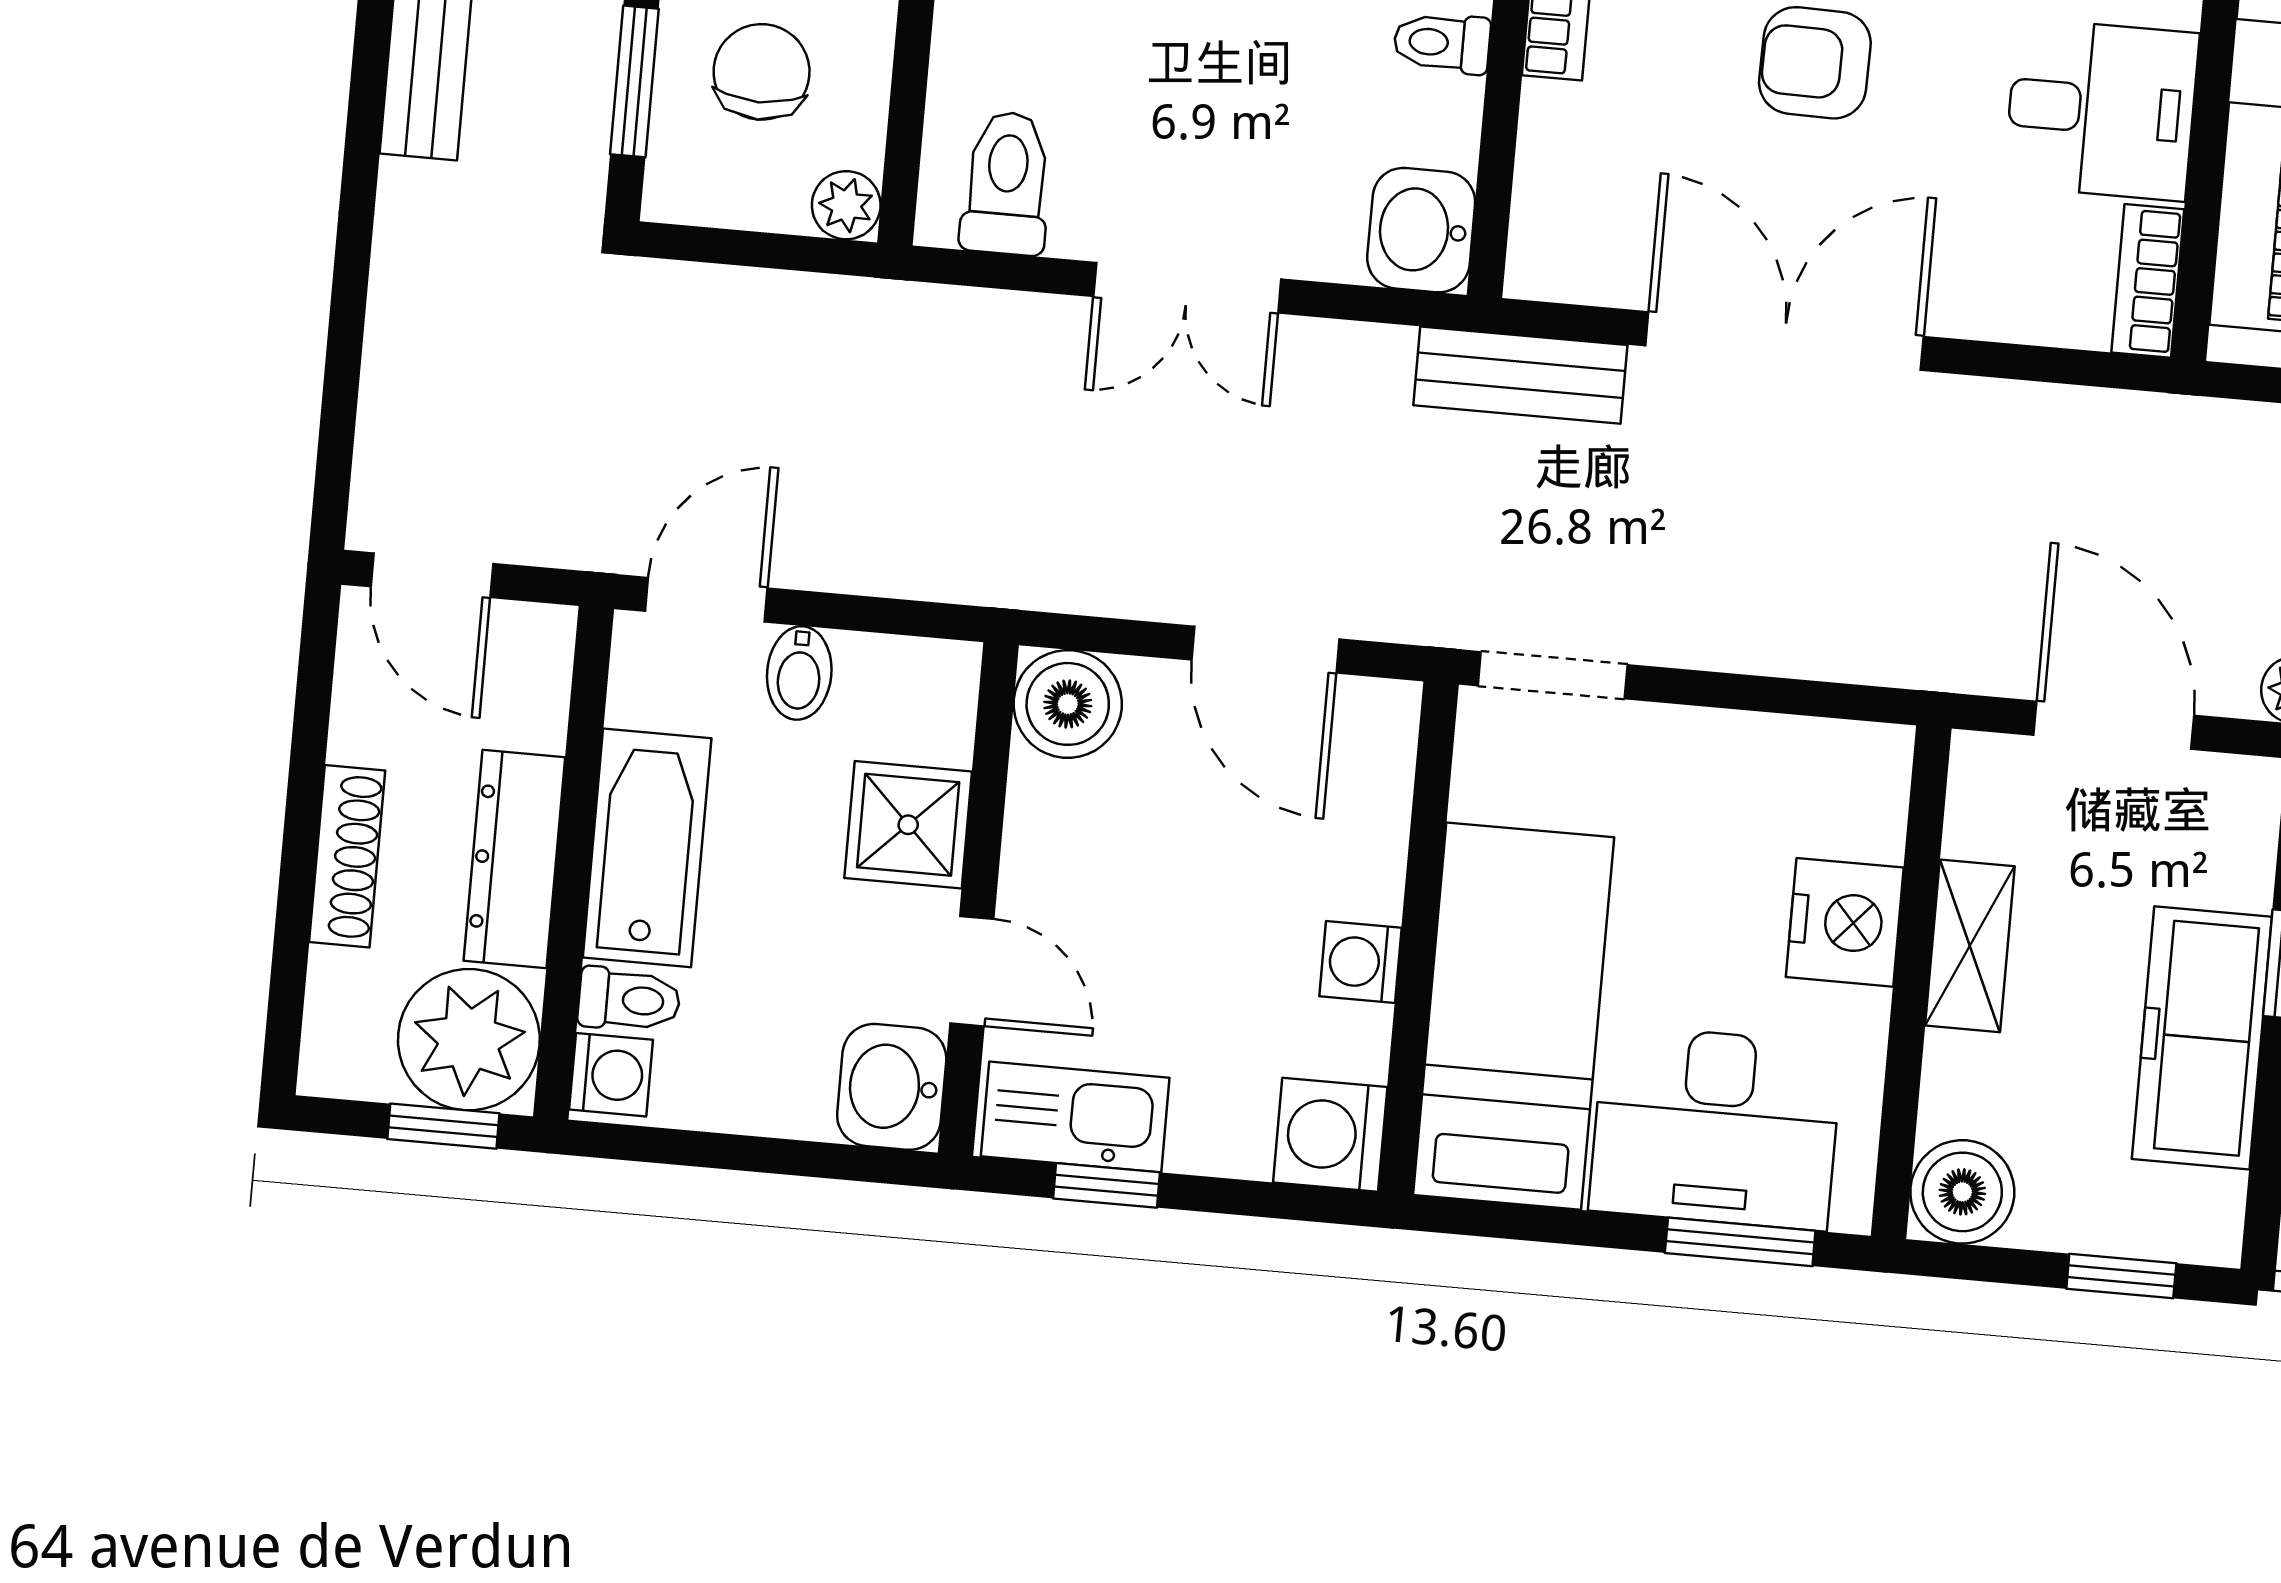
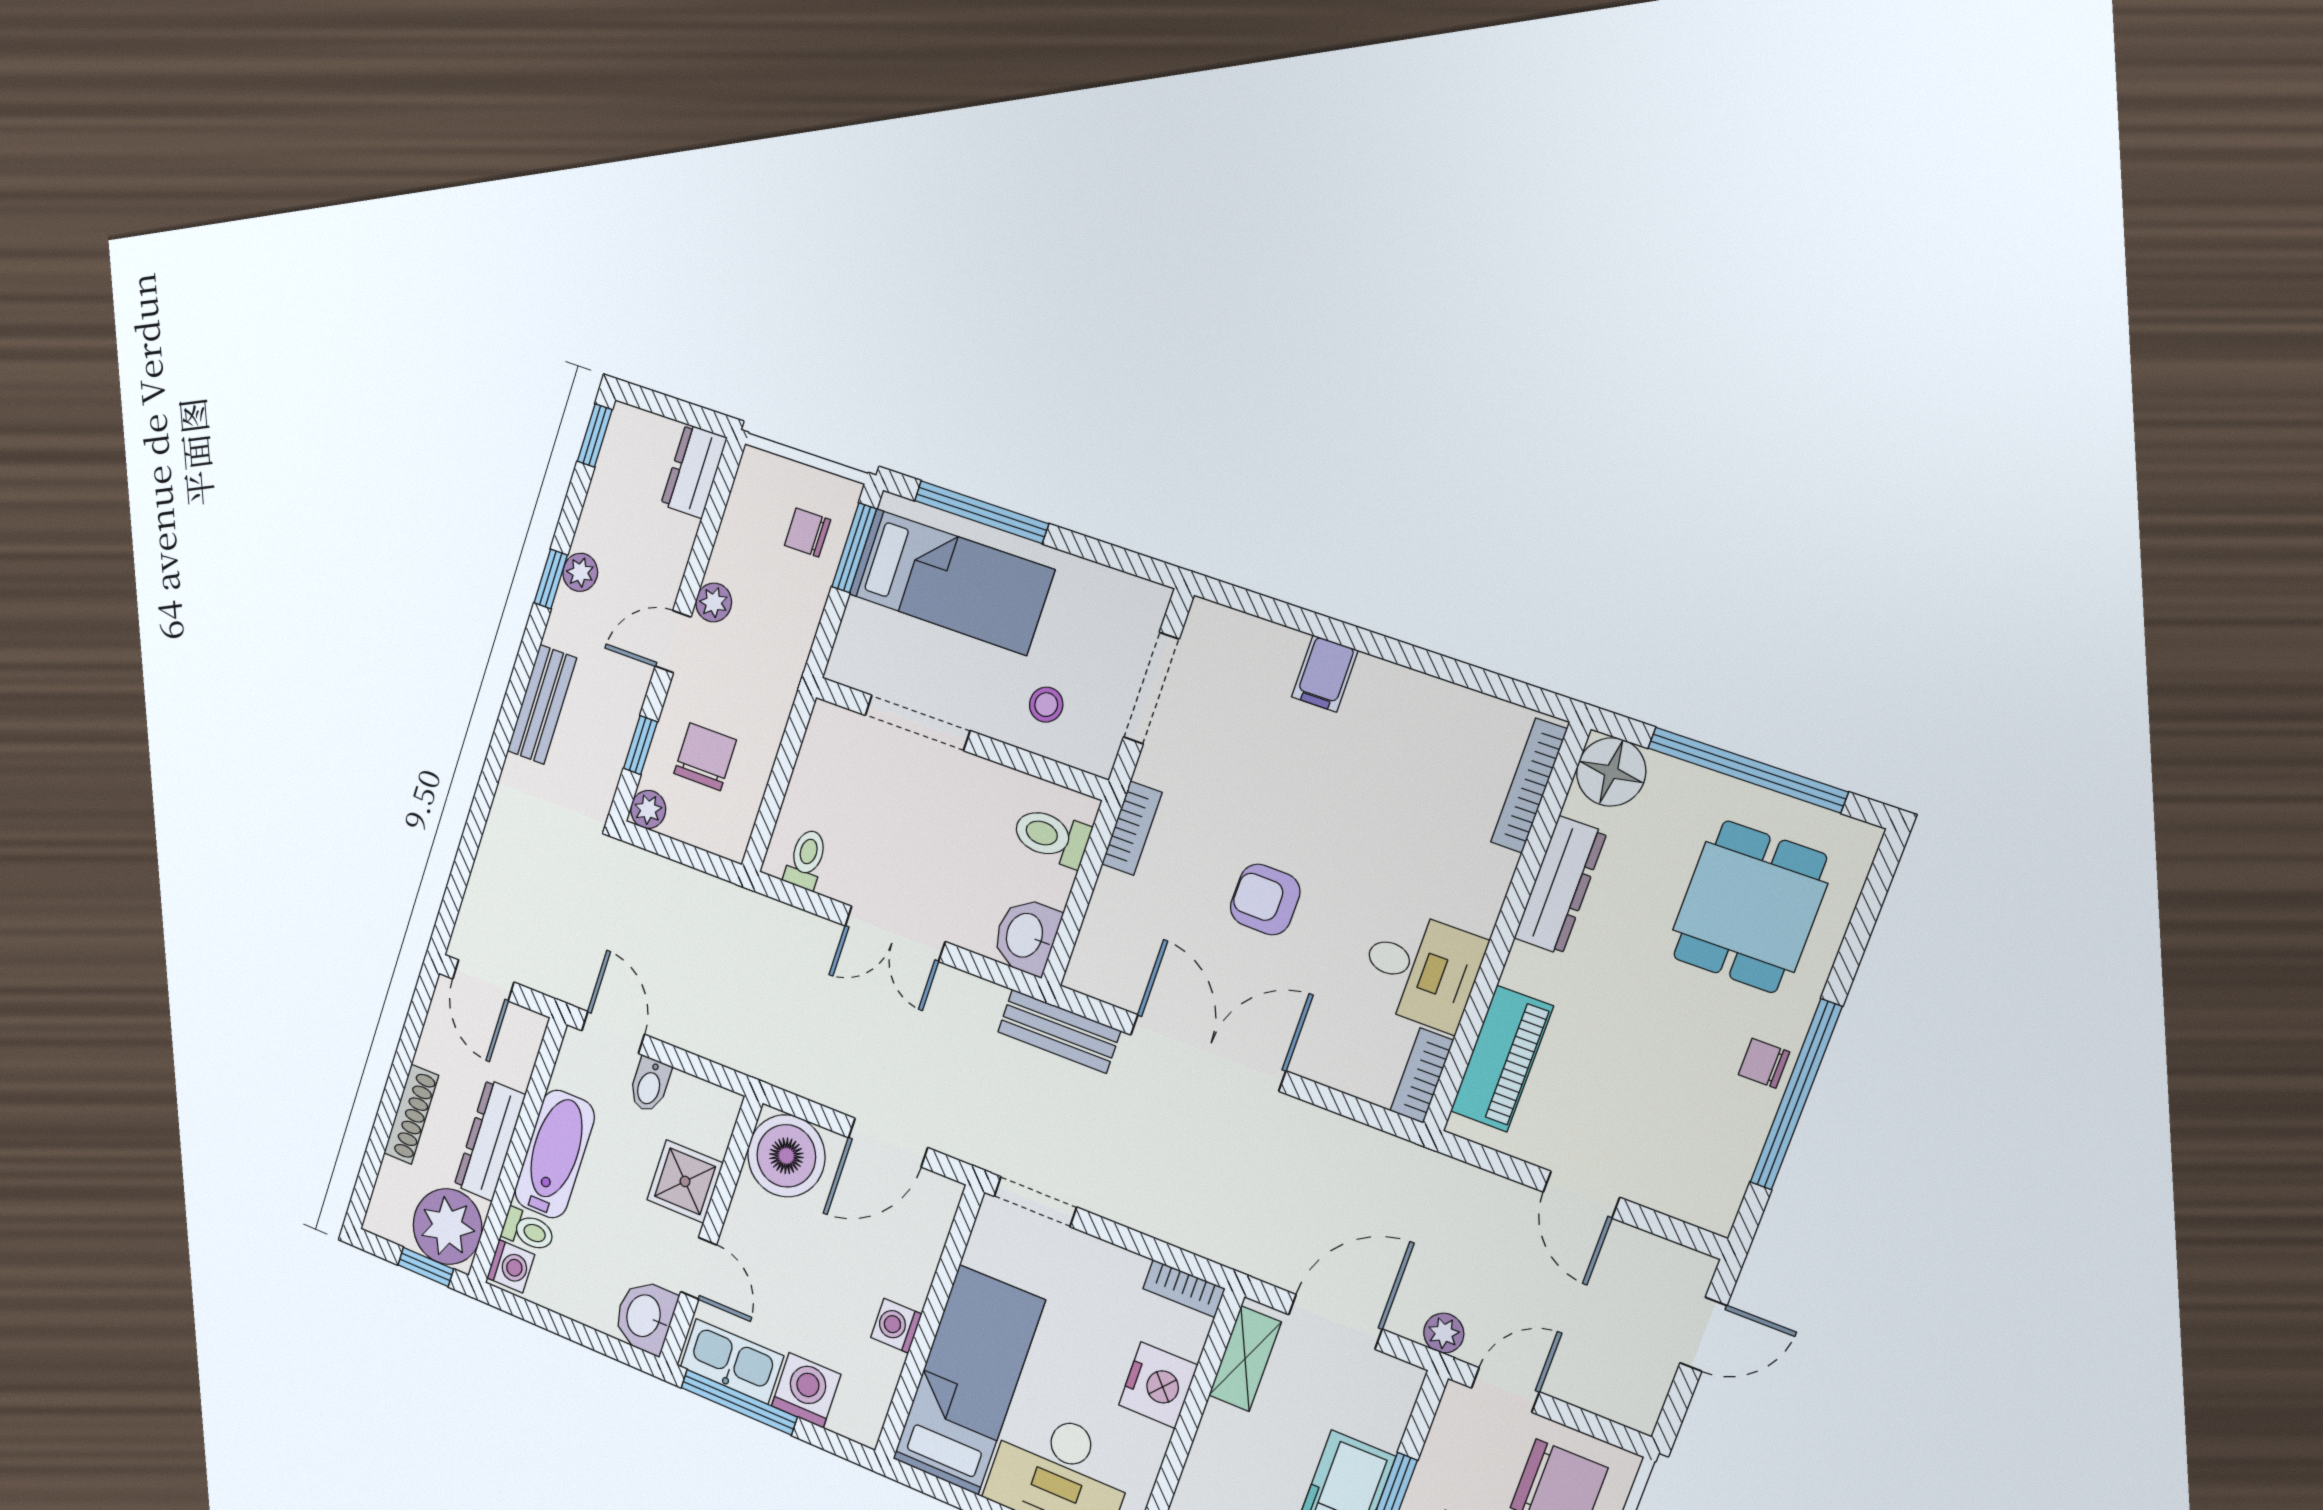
toilet: (1442, 43) -> (1051, 837), width x1.37, depth x1.39
window: (634, 81) -> (640, 745), width x0.67
toilet: (1007, 183) -> (806, 859), width x0.73, depth x0.72
plant: (846, 205) -> (648, 809), moved
door: (706, 600) -> (613, 1032), hinge flipped
door: (1265, 650) -> (888, 1143), hinge flipped
boiler: (1068, 704) -> (786, 1156), width x1.37, depth x1.37
door: (2114, 725) -> (1335, 1322), hinge flipped
bookcase: (1846, 746) -> (1184, 1289), added
shelving: (1970, 946) -> (1245, 1359), moved
washing machine: (1330, 1135) -> (806, 1390), moved, turned 90
window: (1107, 1185) -> (739, 1402), width x2.17

